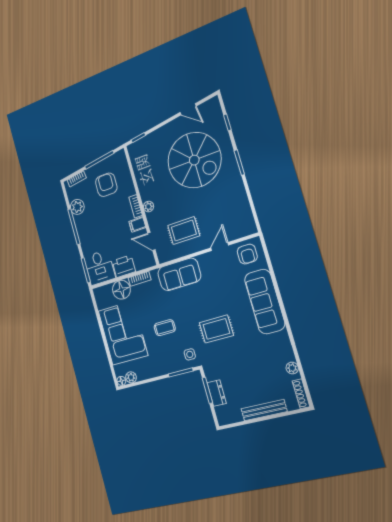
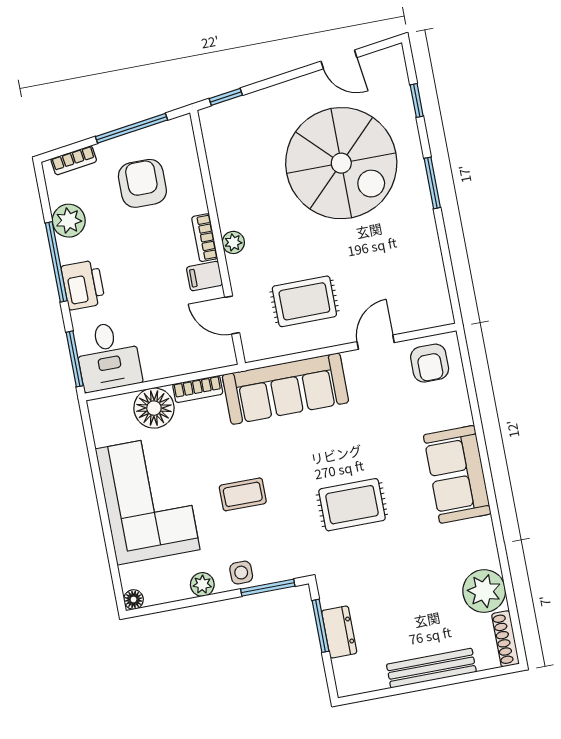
printer: (124, 266) -> (83, 285), moved, turned 90
sofa: (179, 274) -> (285, 389), width x1.36
sofa: (265, 302) -> (457, 474), width x0.73
side table: (190, 354) -> (241, 573), moved
plant: (292, 368) -> (484, 591), width x1.88, depth x1.88
plant: (131, 377) -> (202, 584), moved

